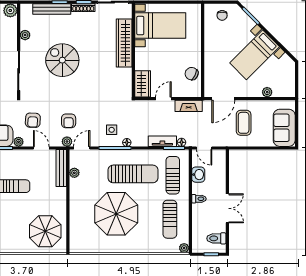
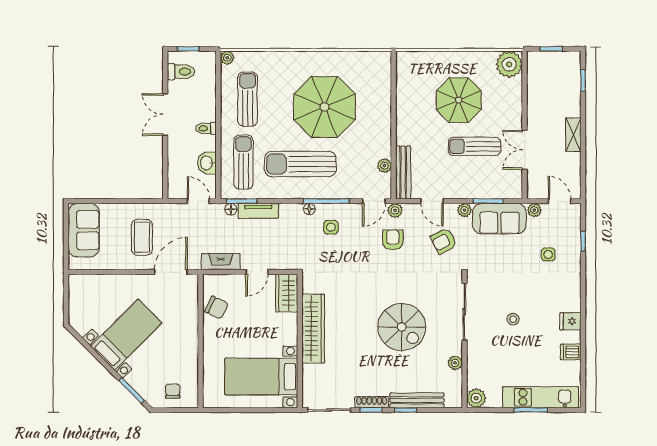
wardrobe: (124, 43) -> (313, 328), moved
plant: (267, 92) -> (108, 281), removed
armchair: (33, 120) -> (444, 241), turned -120
sun lounger: (173, 175) -> (243, 162), turned 180
parasol: (45, 231) -> (459, 100), moved

